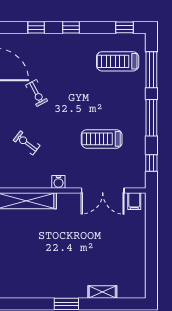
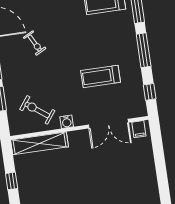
exercise bike: (27, 143) -> (37, 110), moved, width x1.38, depth x1.39

